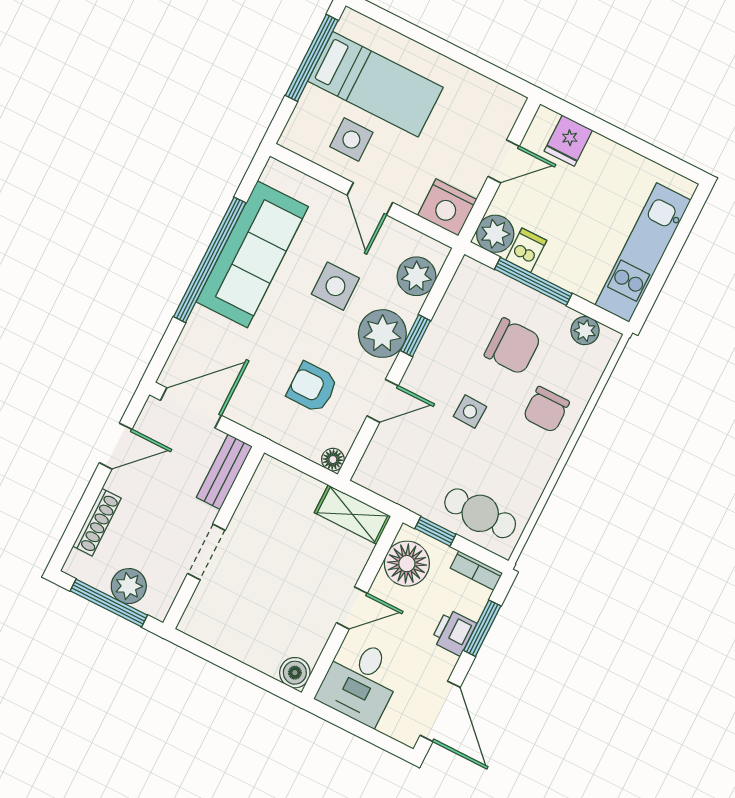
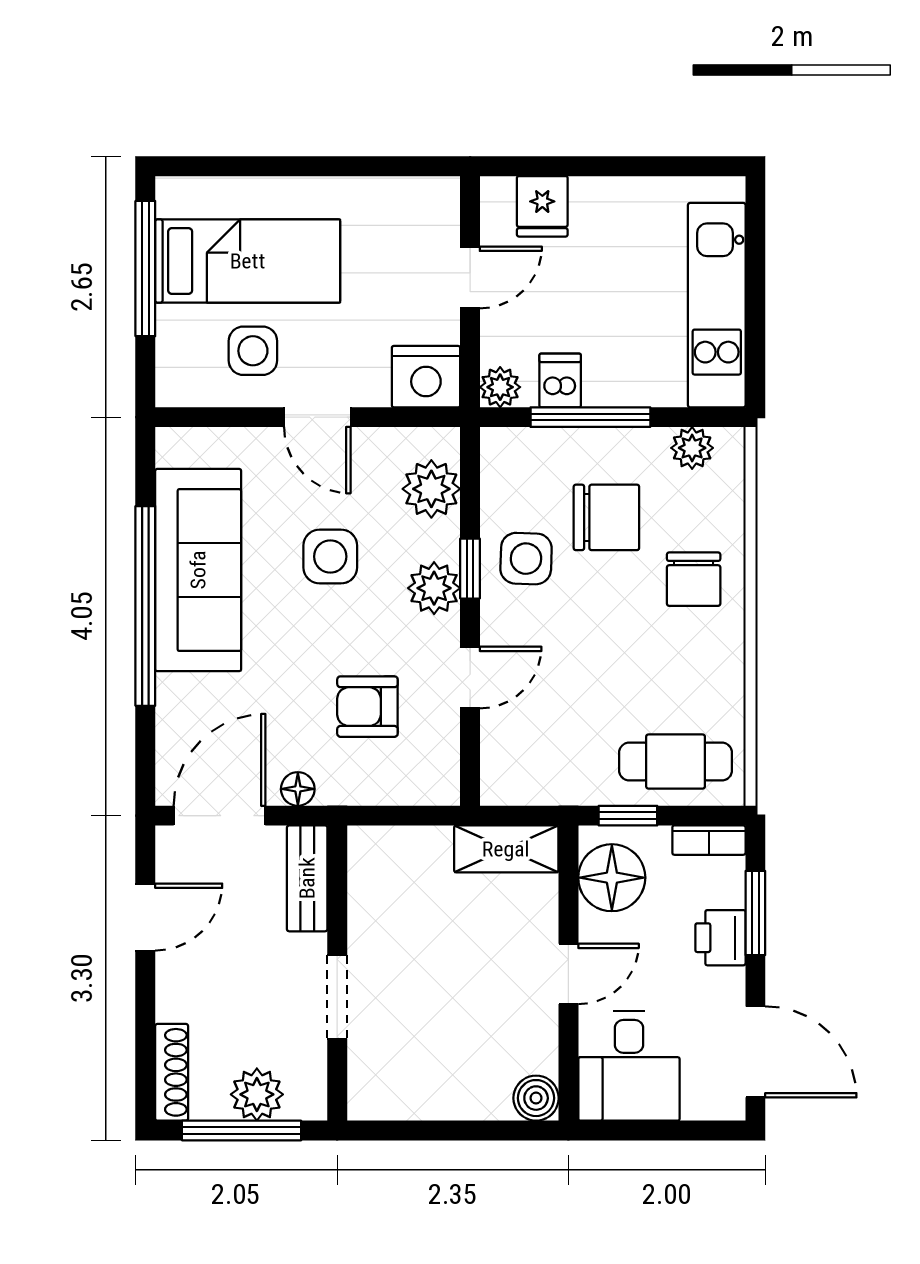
plant: (495, 234) -> (500, 387), width x0.73, depth x0.73
plant: (382, 334) -> (434, 588), width x0.73, depth x0.73
side table: (470, 412) -> (526, 559), moved, width x1.37, depth x1.37
floor lamp: (333, 460) -> (298, 789), moved
shoe rack: (97, 522) -> (172, 1072), moved

